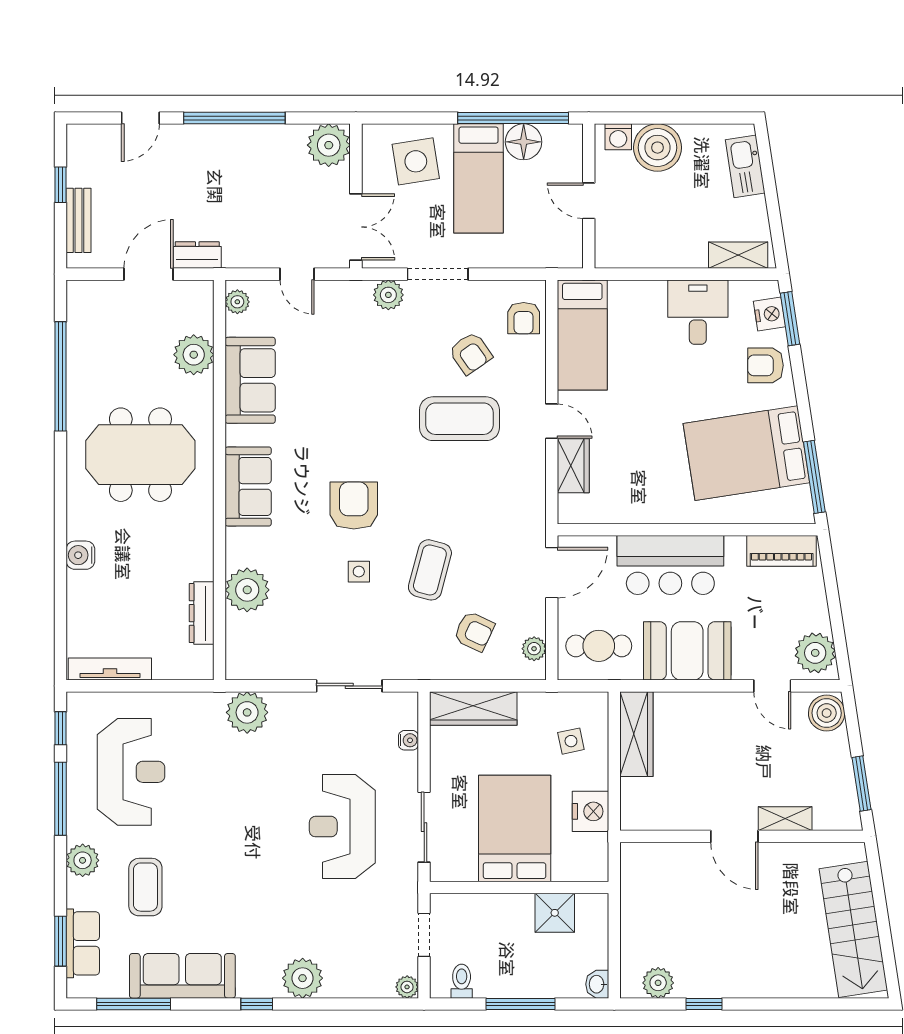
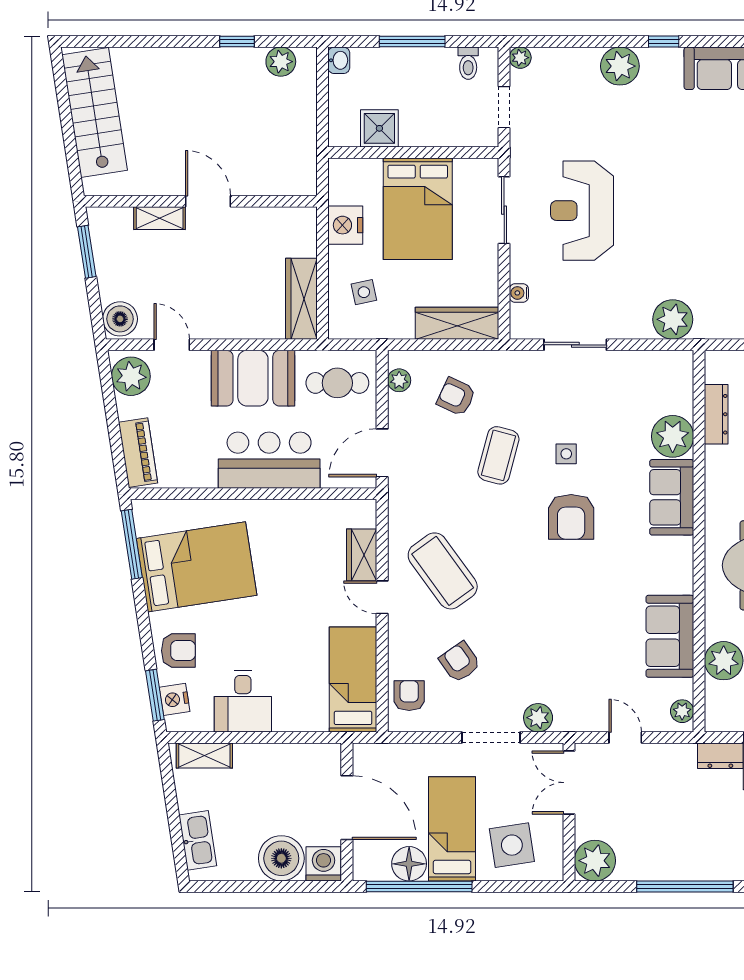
washing machine: (618, 137) -> (324, 864), width x1.38, depth x1.38
door: (589, 201) -> (347, 808), width x1.88
coffee table: (459, 419) -> (443, 571), moved, turned 54
sofa: (248, 486) -> (672, 497), moved
piano: (782, 551) -> (138, 453), moved, turned 81
reception desk: (342, 827) -> (582, 211), turned 180

